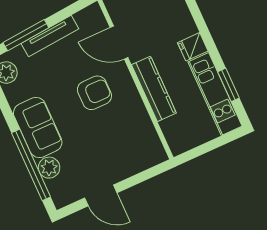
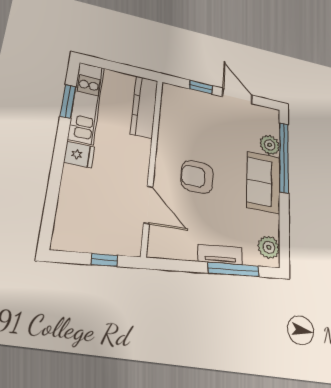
tv unit: (50, 36) -> (220, 255), width x0.71
kitchen counter: (154, 89) -> (144, 107), moved
window: (136, 180) -> (201, 87), added

